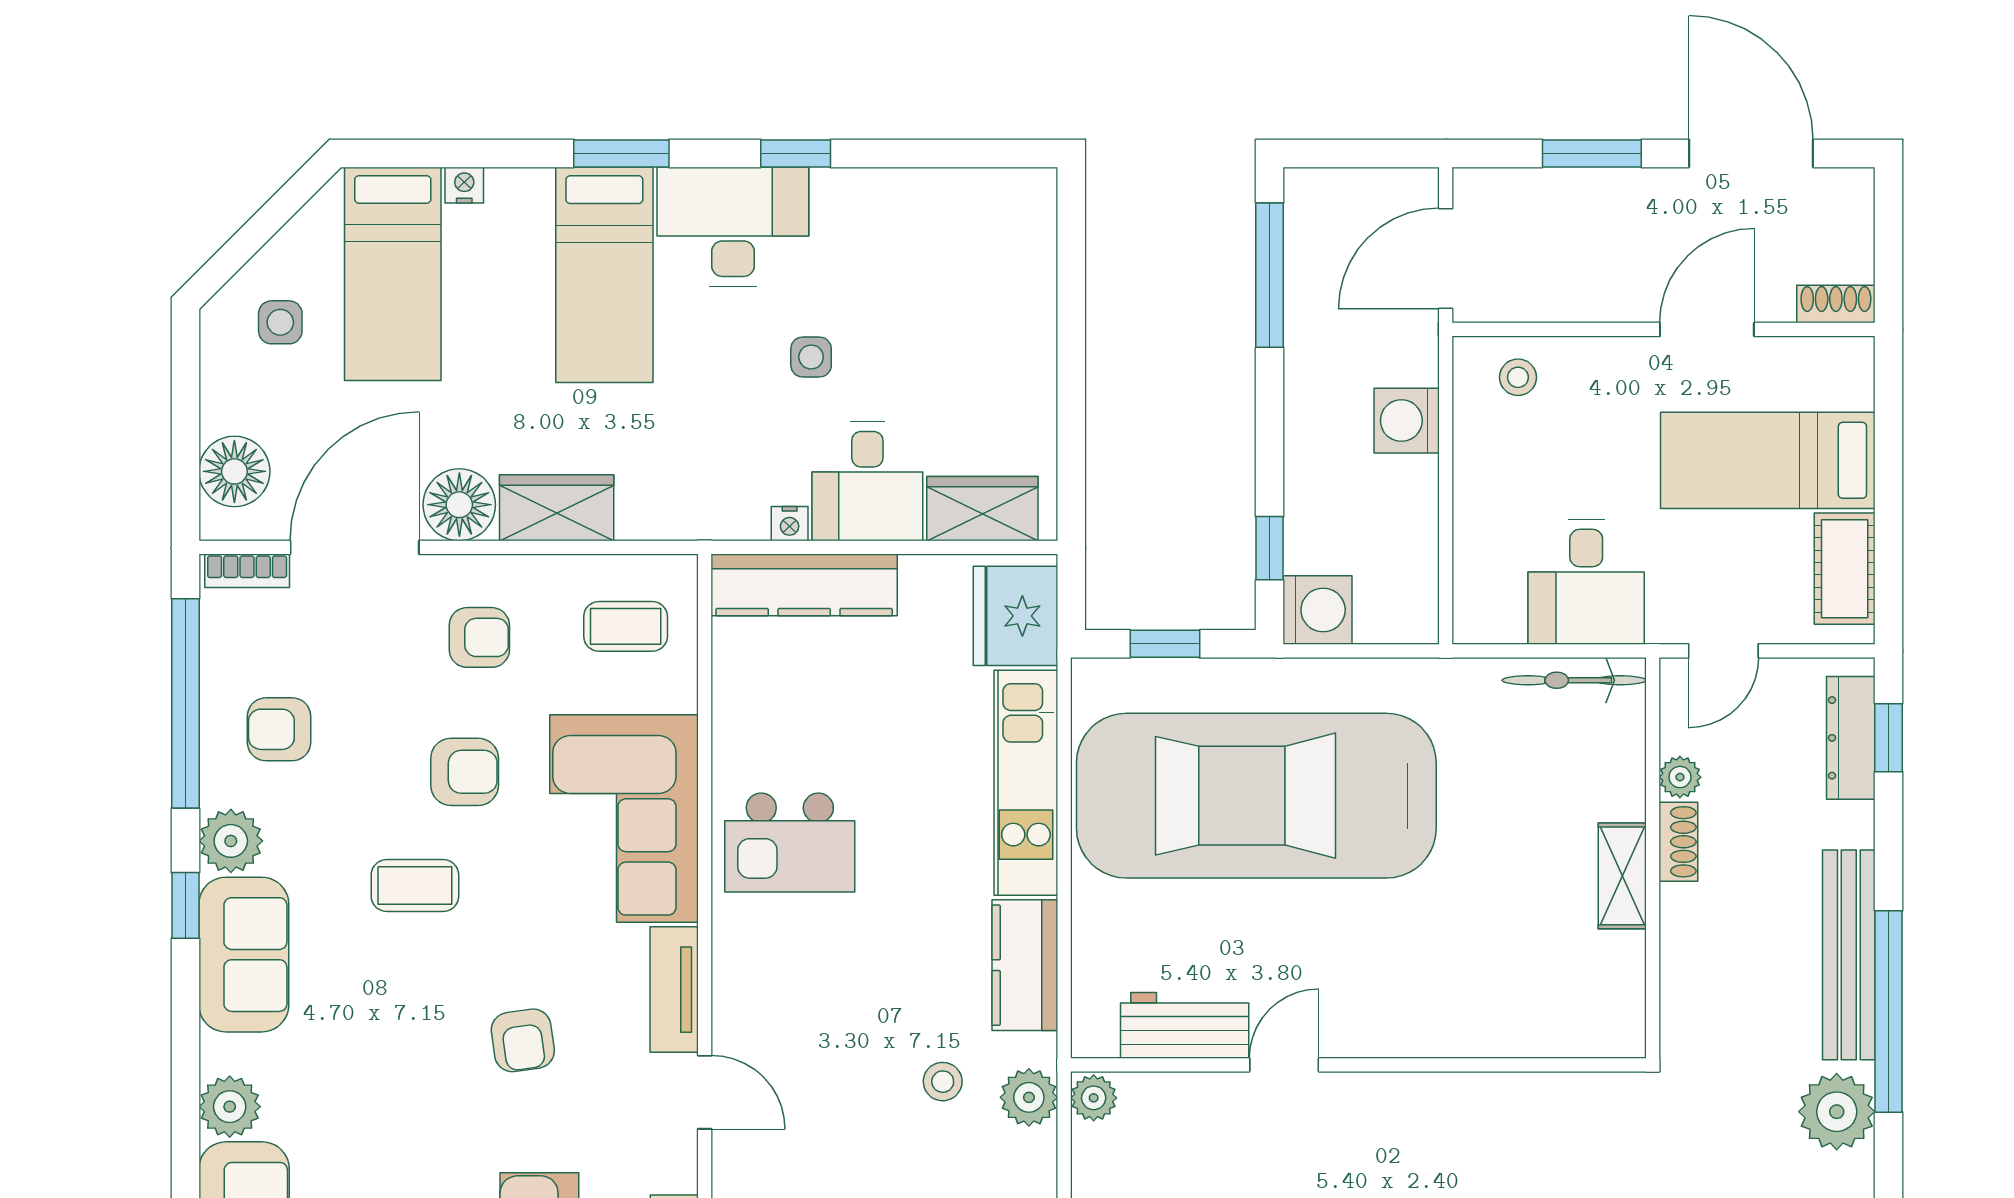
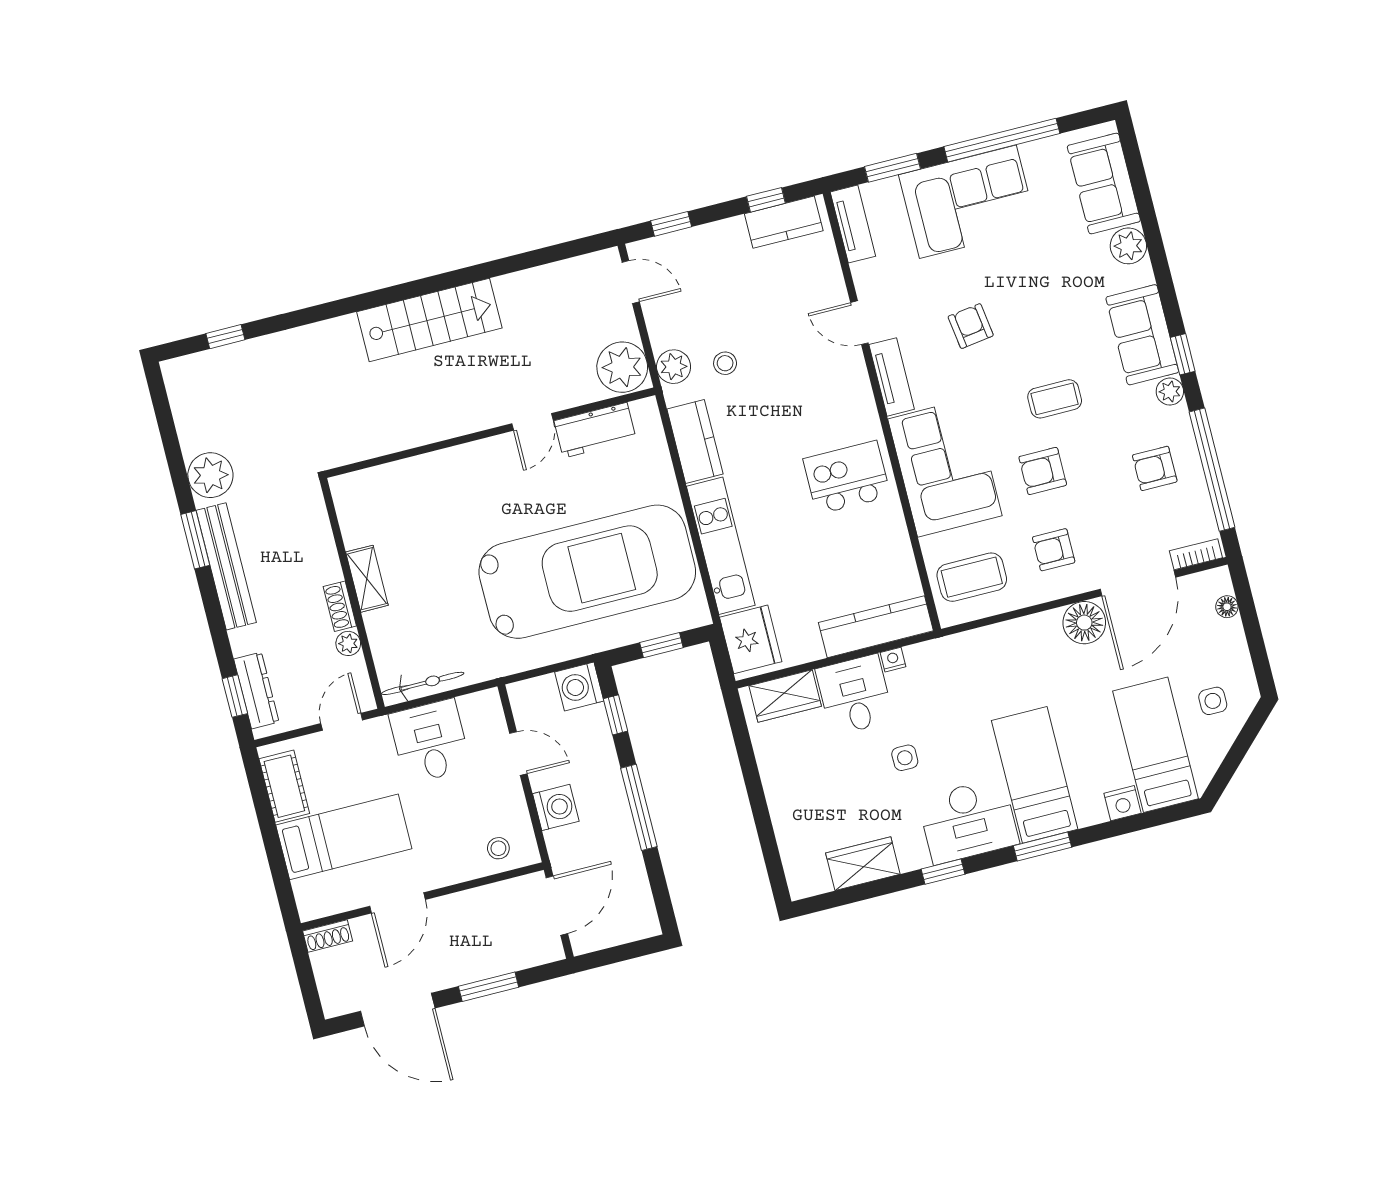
nightstand: (464, 185) -> (1122, 803), width x1.39, depth x1.35
window: (1270, 275) -> (639, 807), moved
floor lamp: (234, 471) -> (1227, 607), width x0.53, depth x0.53
wardrobe: (557, 508) -> (863, 864), moved, turned 180
door: (1446, 525) -> (518, 754), added
coffee table: (626, 626) -> (972, 577), width x1.36, depth x1.30
armchair: (279, 729) -> (1155, 468), turned 180
plant: (231, 841) -> (1170, 392), width x0.73, depth x0.73
window: (1889, 1011) -> (195, 540), width x0.47
plant: (1094, 1098) -> (622, 367), width x1.88, depth x1.88

